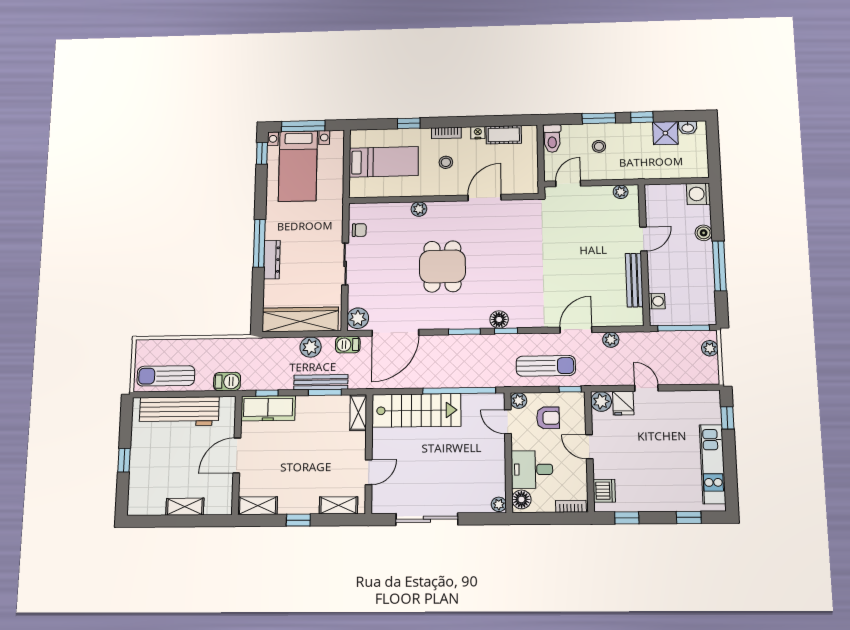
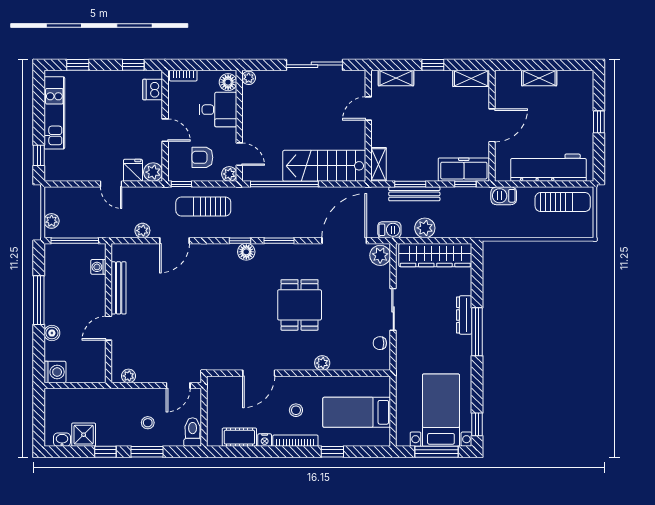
bookcase: (446, 133) -> (295, 441), width x1.56

